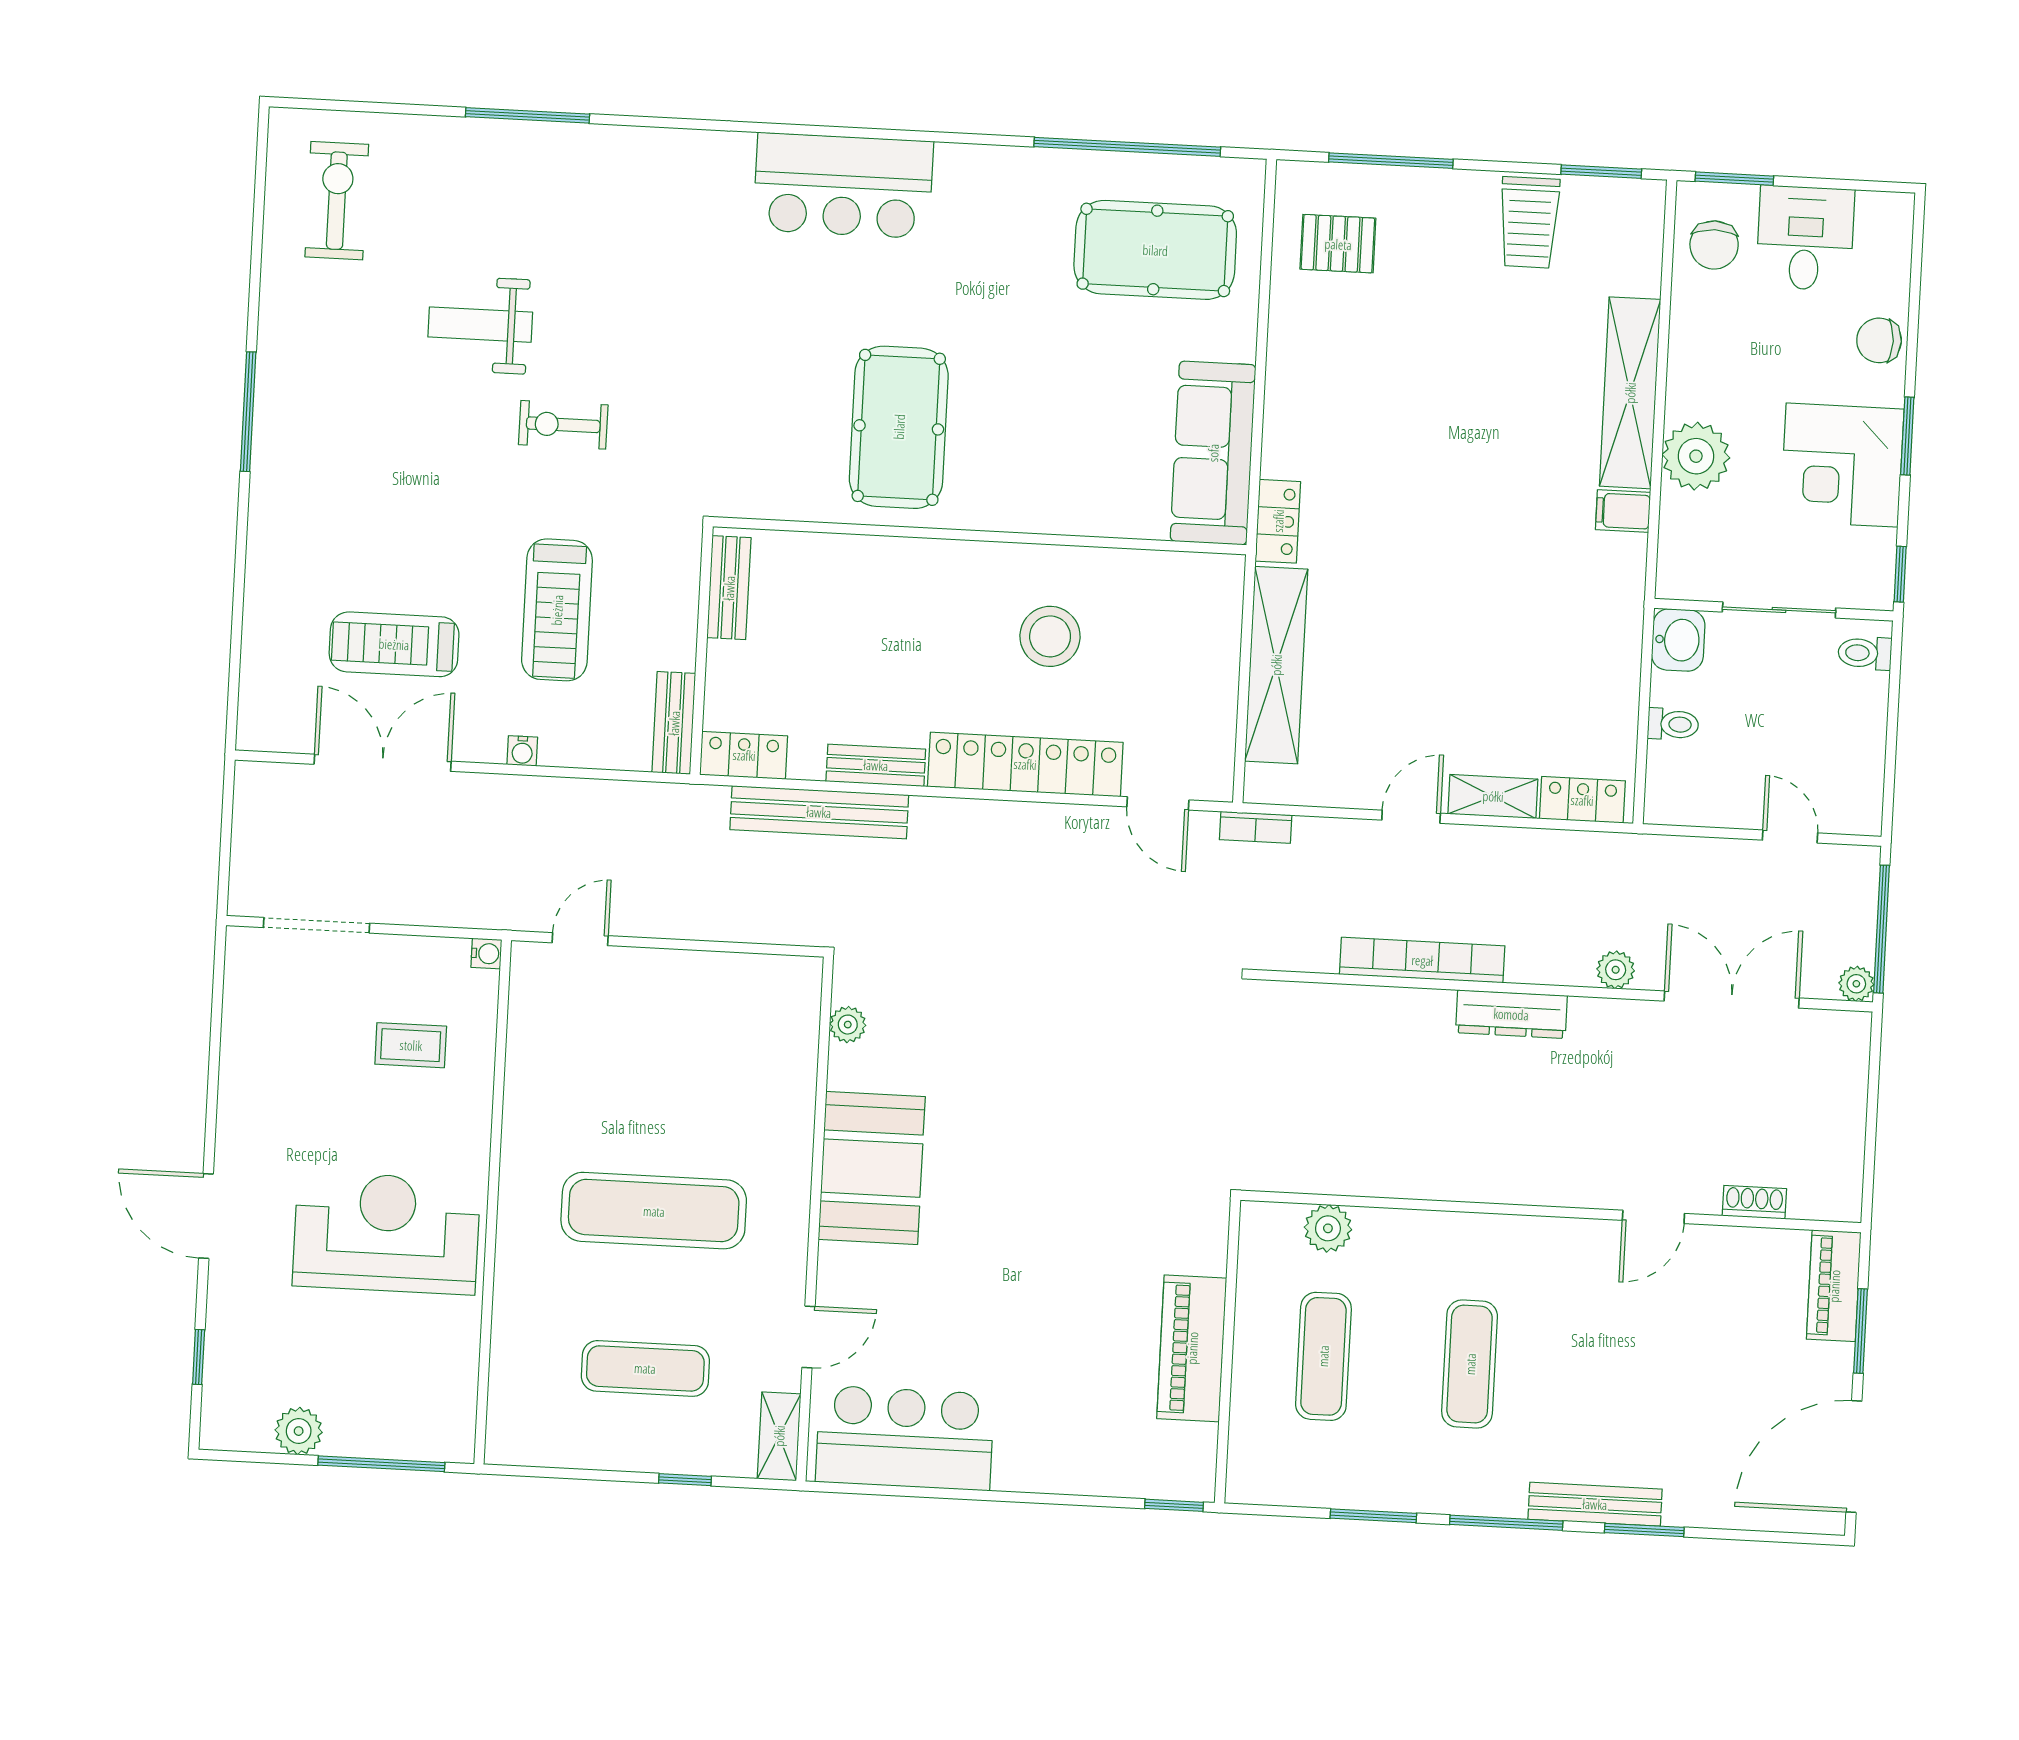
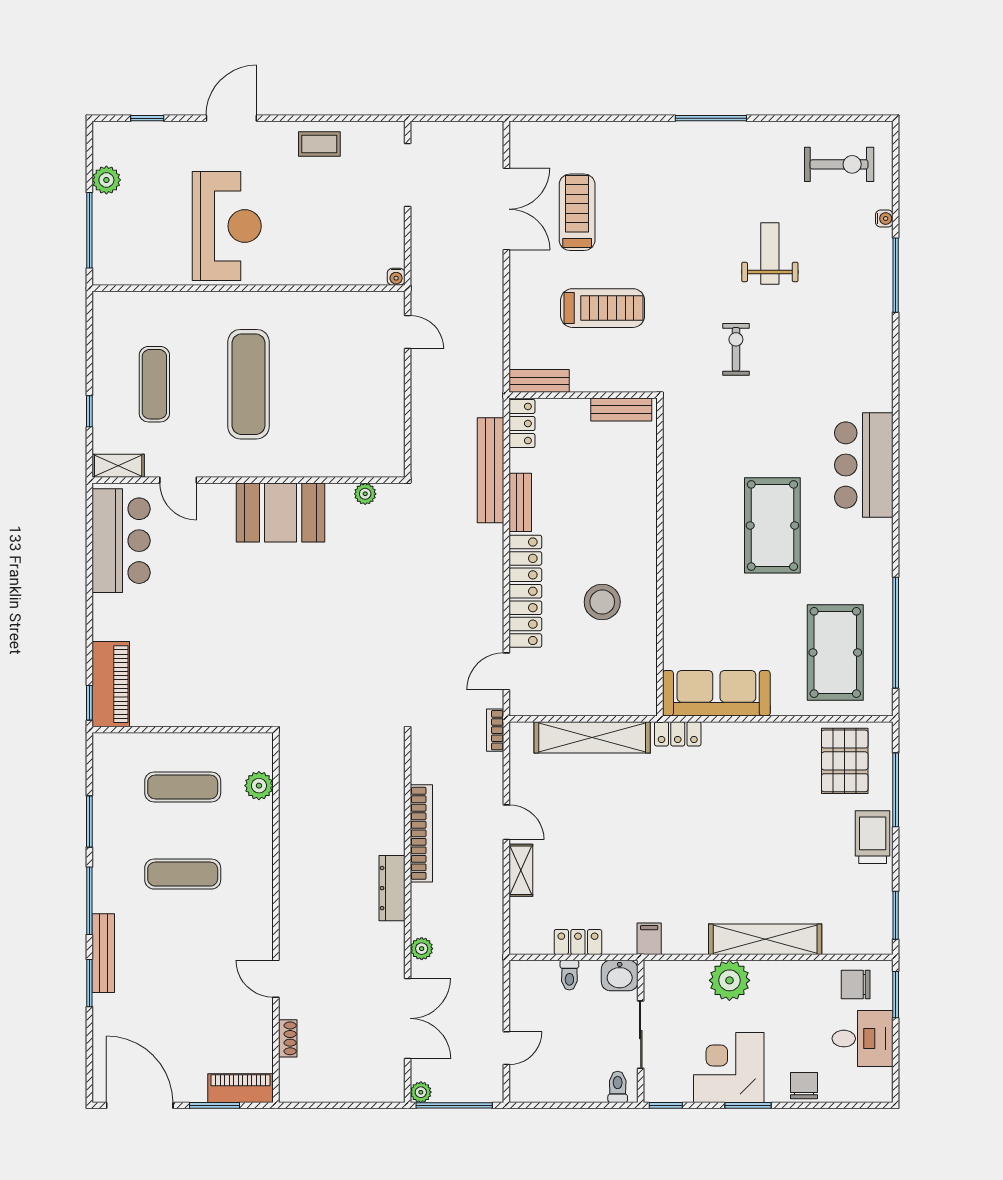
trolley: (1529, 222) -> (873, 837), moved, turned 90
pallet: (1338, 244) -> (845, 761), width x1.50, depth x1.42
exercise bike: (563, 425) -> (736, 349), moved
pool table: (899, 427) -> (772, 525), moved, turned 90
filing cabinet: (1623, 511) -> (649, 939), moved
treadmill: (557, 610) -> (603, 308), turned 180
water cooler: (522, 751) -> (884, 219), moved, turned 180
locker: (1582, 800) -> (578, 942), moved, turned -90
coffee table: (411, 1045) -> (319, 144), moved, turned 90
piano: (1192, 1348) -> (111, 684), moved, turned 90

